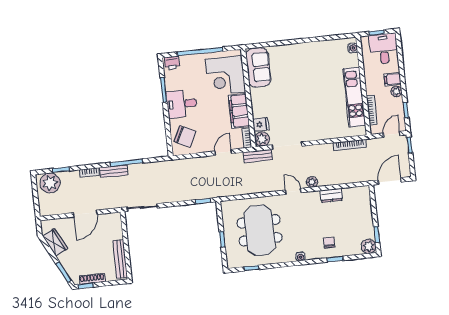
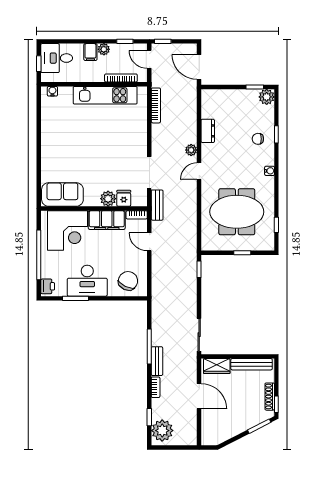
desk: (182, 104) -> (87, 281), width x1.37
plant: (262, 139) -> (108, 199), moved
wardrobe: (55, 242) -> (217, 366), moved, turned -153

